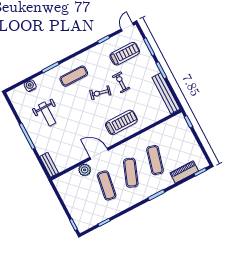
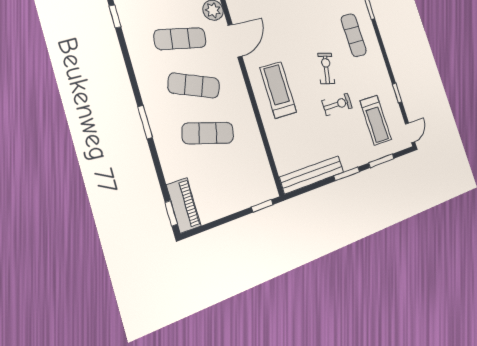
door: (127, 27) -> (410, 133), hinge flipped
treadmill: (121, 122) -> (278, 90), turned 180
piano: (184, 172) -> (184, 205), moved

